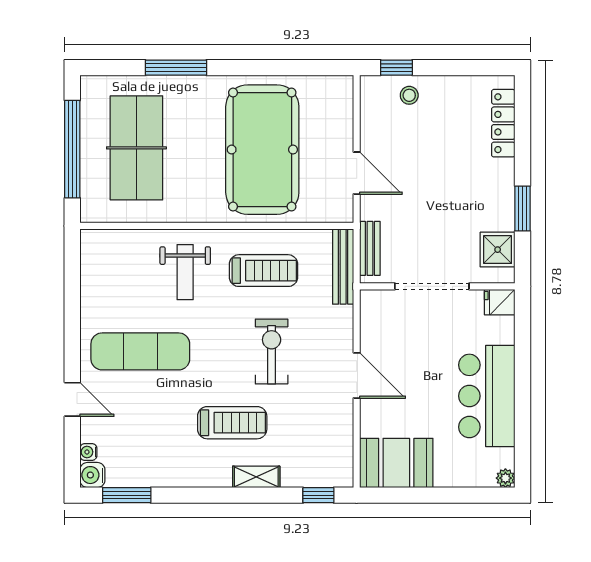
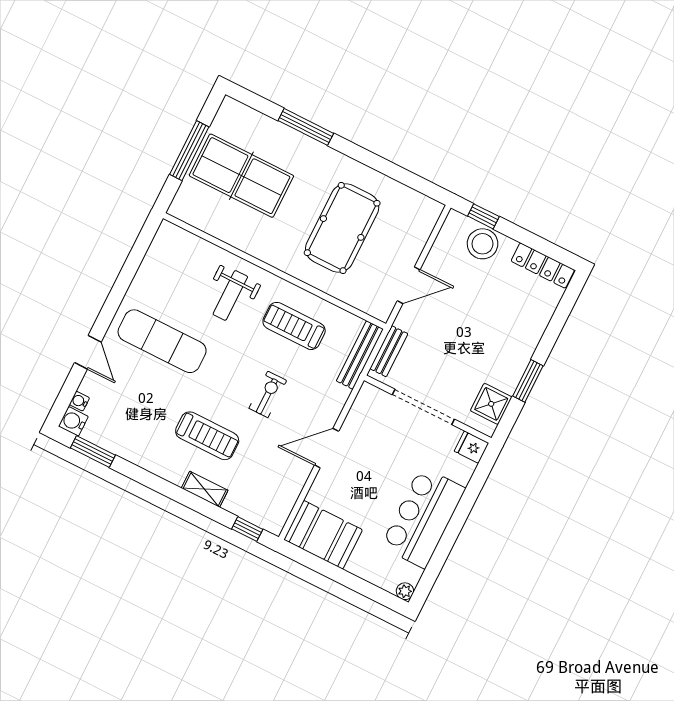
stool: (409, 95) -> (483, 244), width x1.89, depth x1.89
locker: (503, 123) -> (543, 266), moved, turned -90
table tennis table: (136, 148) -> (241, 176), turned 90
window: (72, 149) -> (189, 151), width x0.68
pool table: (262, 150) -> (342, 228), width x0.73, depth x0.76
door: (357, 173) -> (409, 285), hinge flipped
treadmill: (263, 271) -> (294, 326), turned 180
exercise bike: (272, 351) -> (268, 394), width x0.73, depth x0.72
door: (357, 375) -> (327, 448), swing flipped

